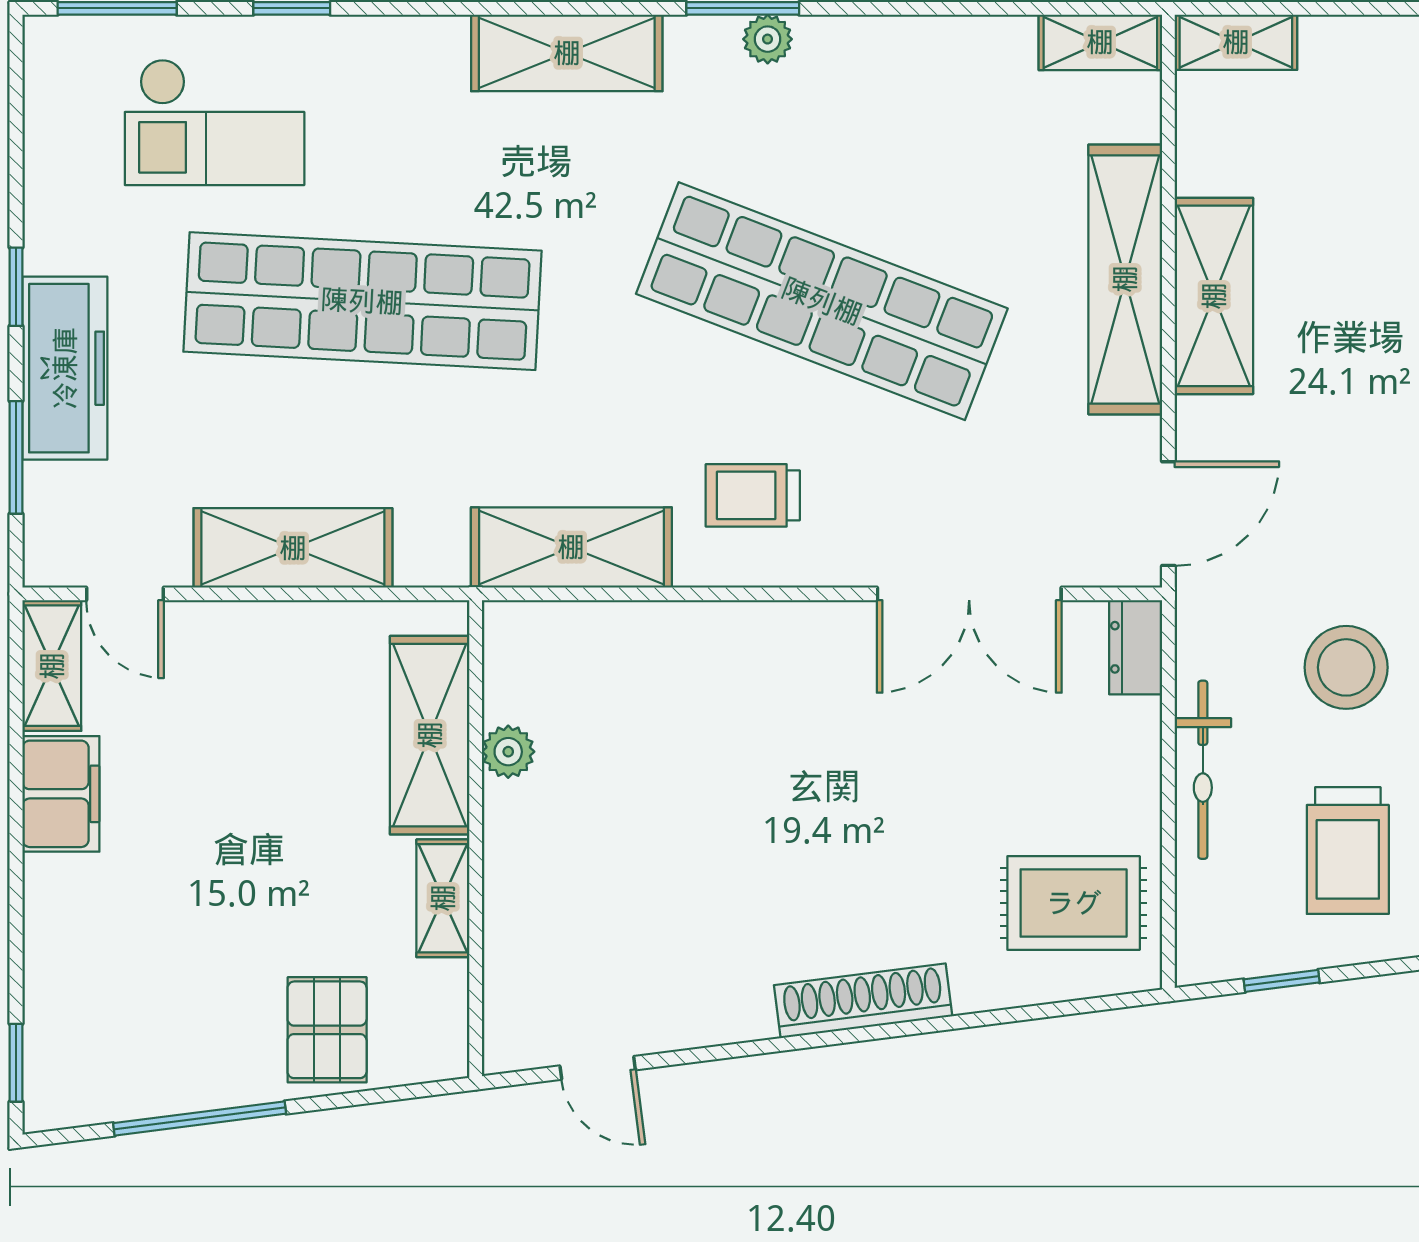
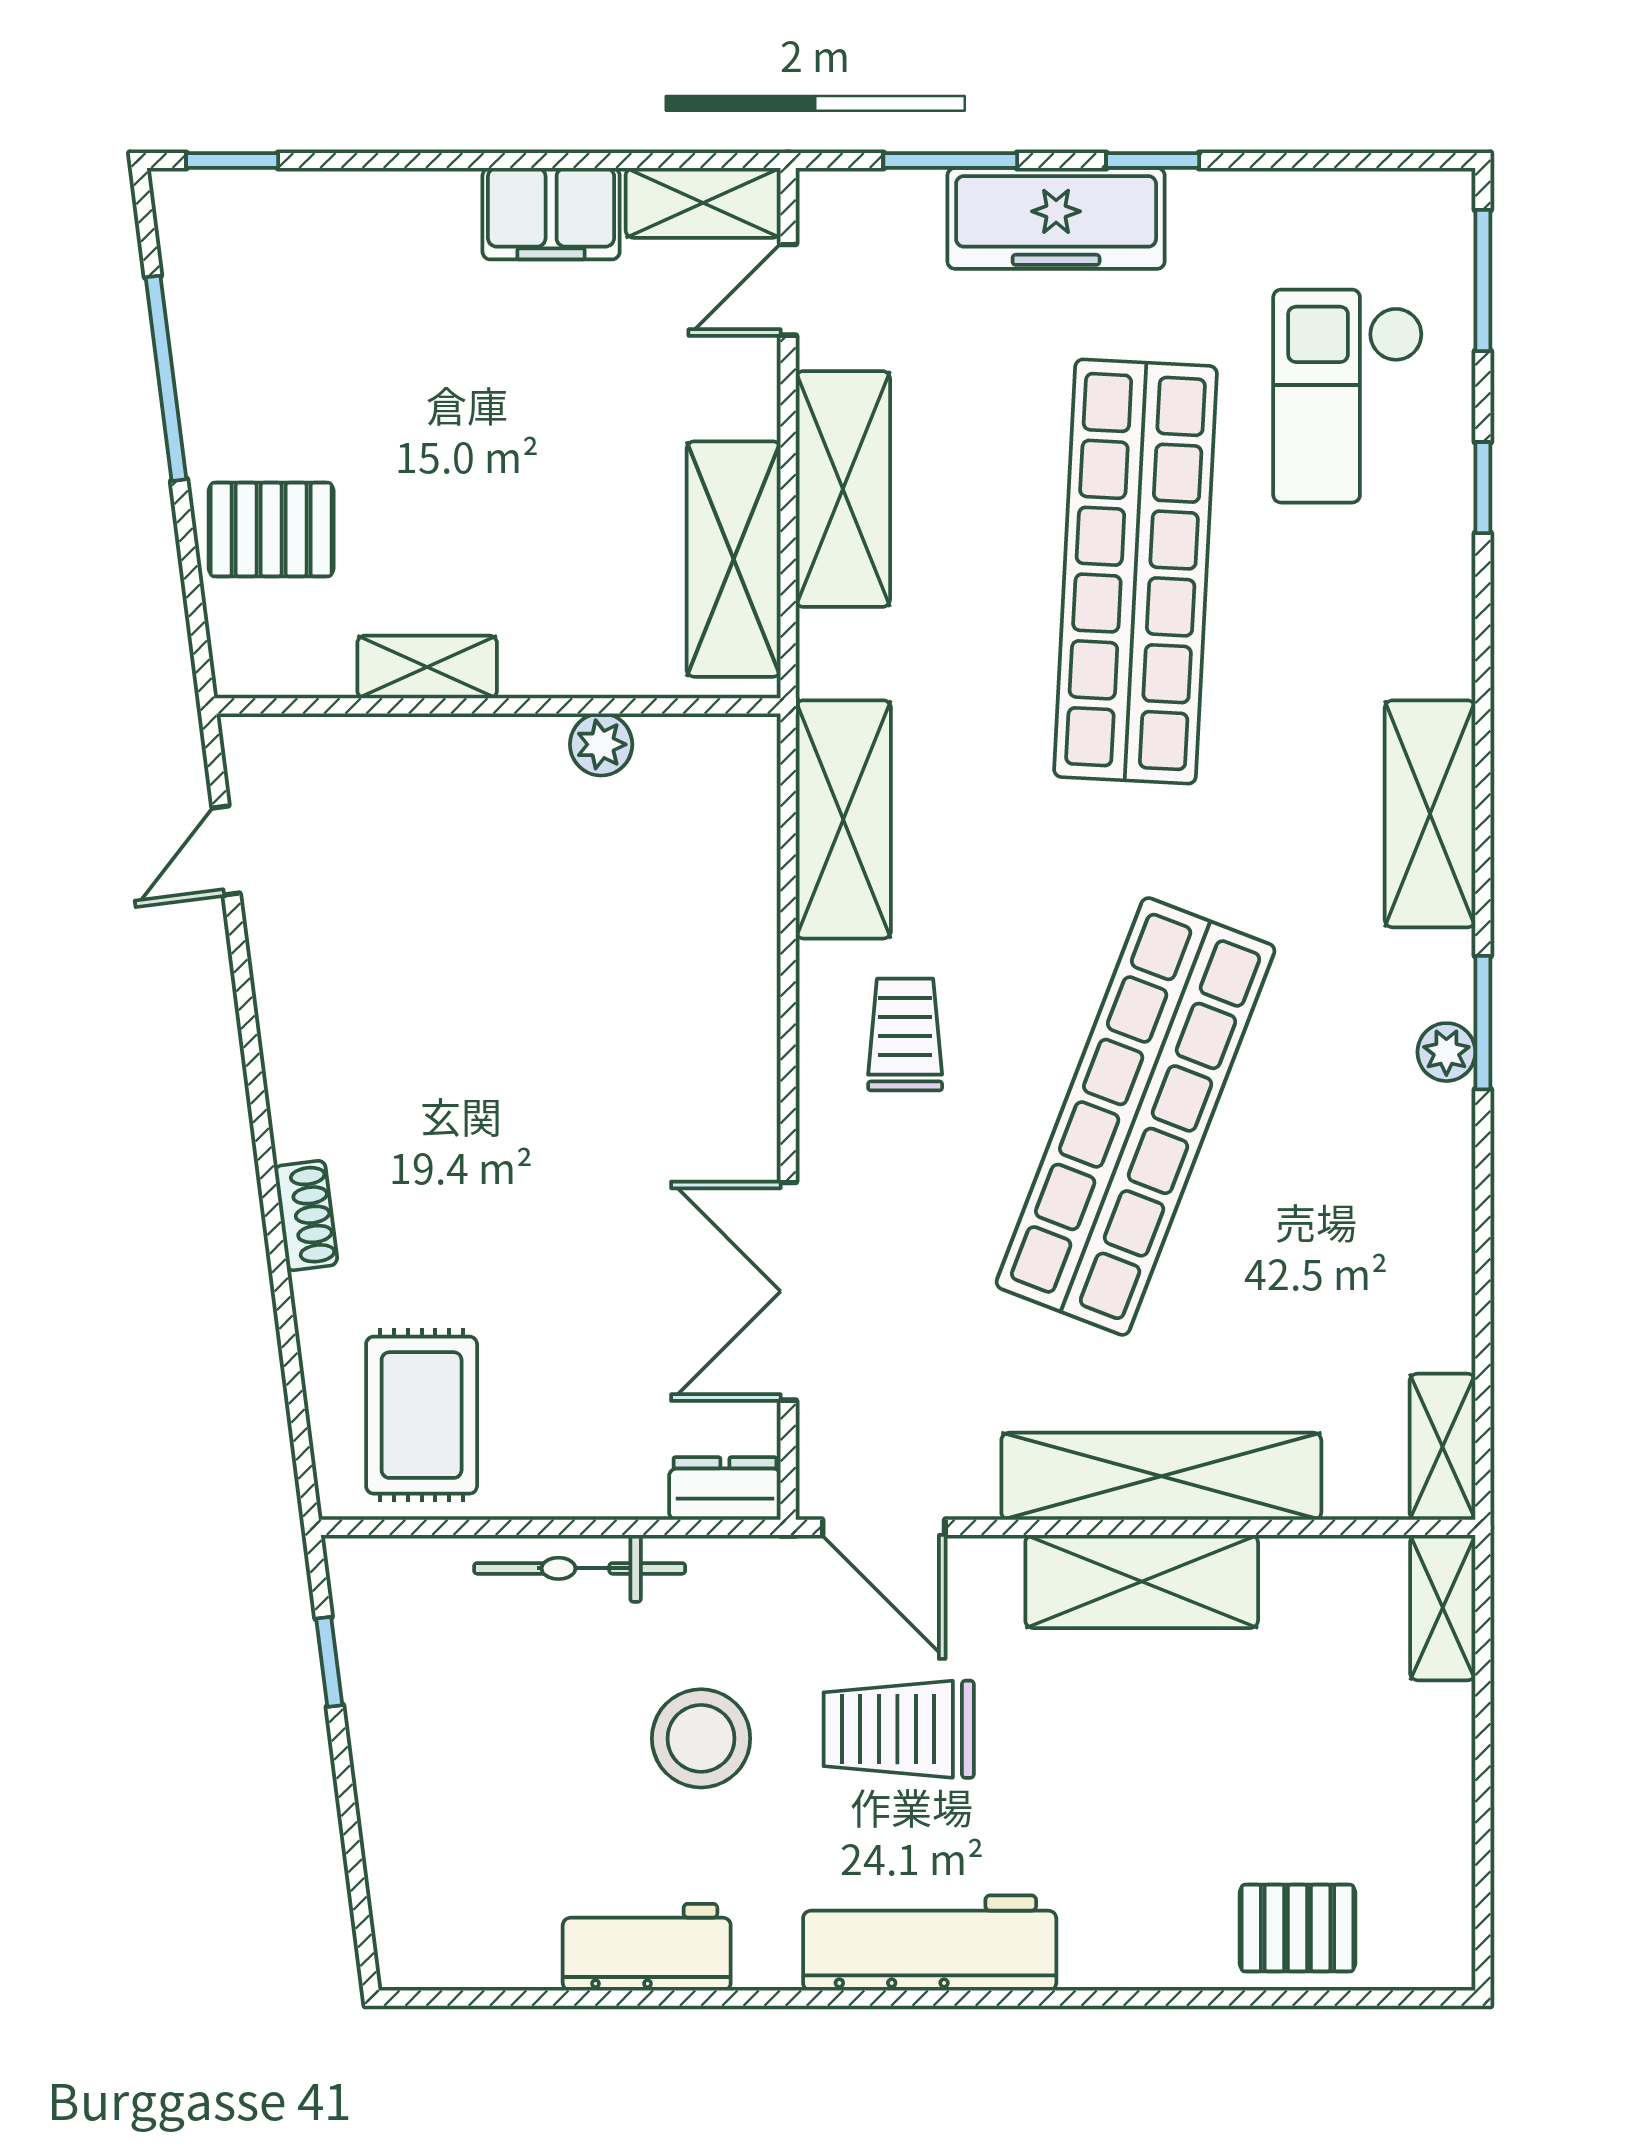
shelving: (430, 735) -> (734, 559), moved, turned 90
trolley: (1348, 851) -> (899, 1729), moved
shoe rack: (863, 1001) -> (306, 1216), width x0.51, depth x0.81

